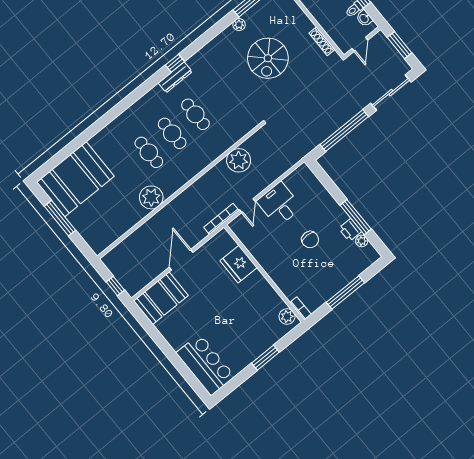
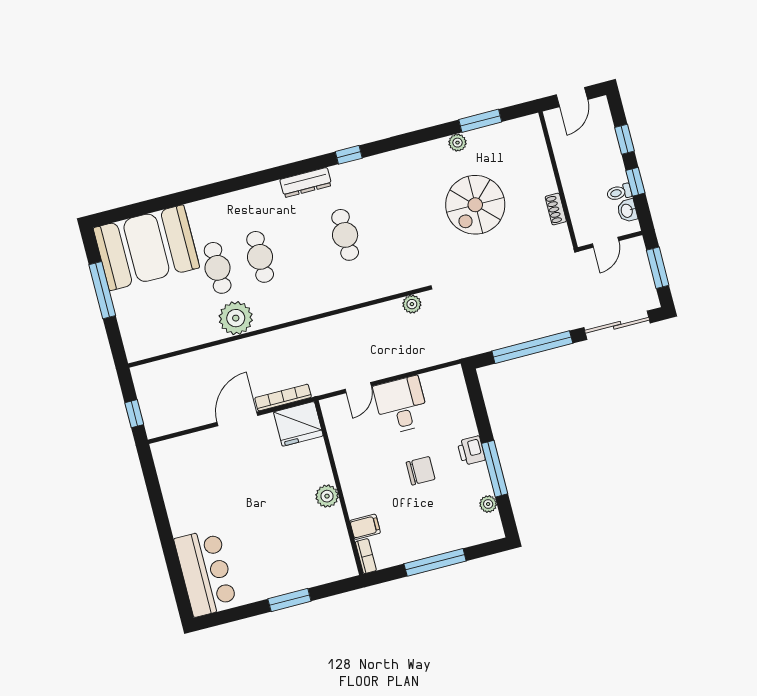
shoe rack: (322, 41) -> (556, 209), width x0.70
dresser: (175, 77) -> (306, 183), moved
cafe table: (172, 133) -> (218, 268), moved
plant: (239, 160) -> (412, 304), moved, width x0.53, depth x0.53
bookcase: (221, 219) -> (283, 398), moved
printer: (350, 230) -> (471, 451), moved
chair: (310, 240) -> (421, 471), turned -90
fridge: (239, 264) -> (298, 424), moved, turned -90
filing cabinet: (292, 290) -> (365, 527), added
booth: (161, 298) -> (187, 457), removed
plant: (287, 316) -> (327, 496), moved

